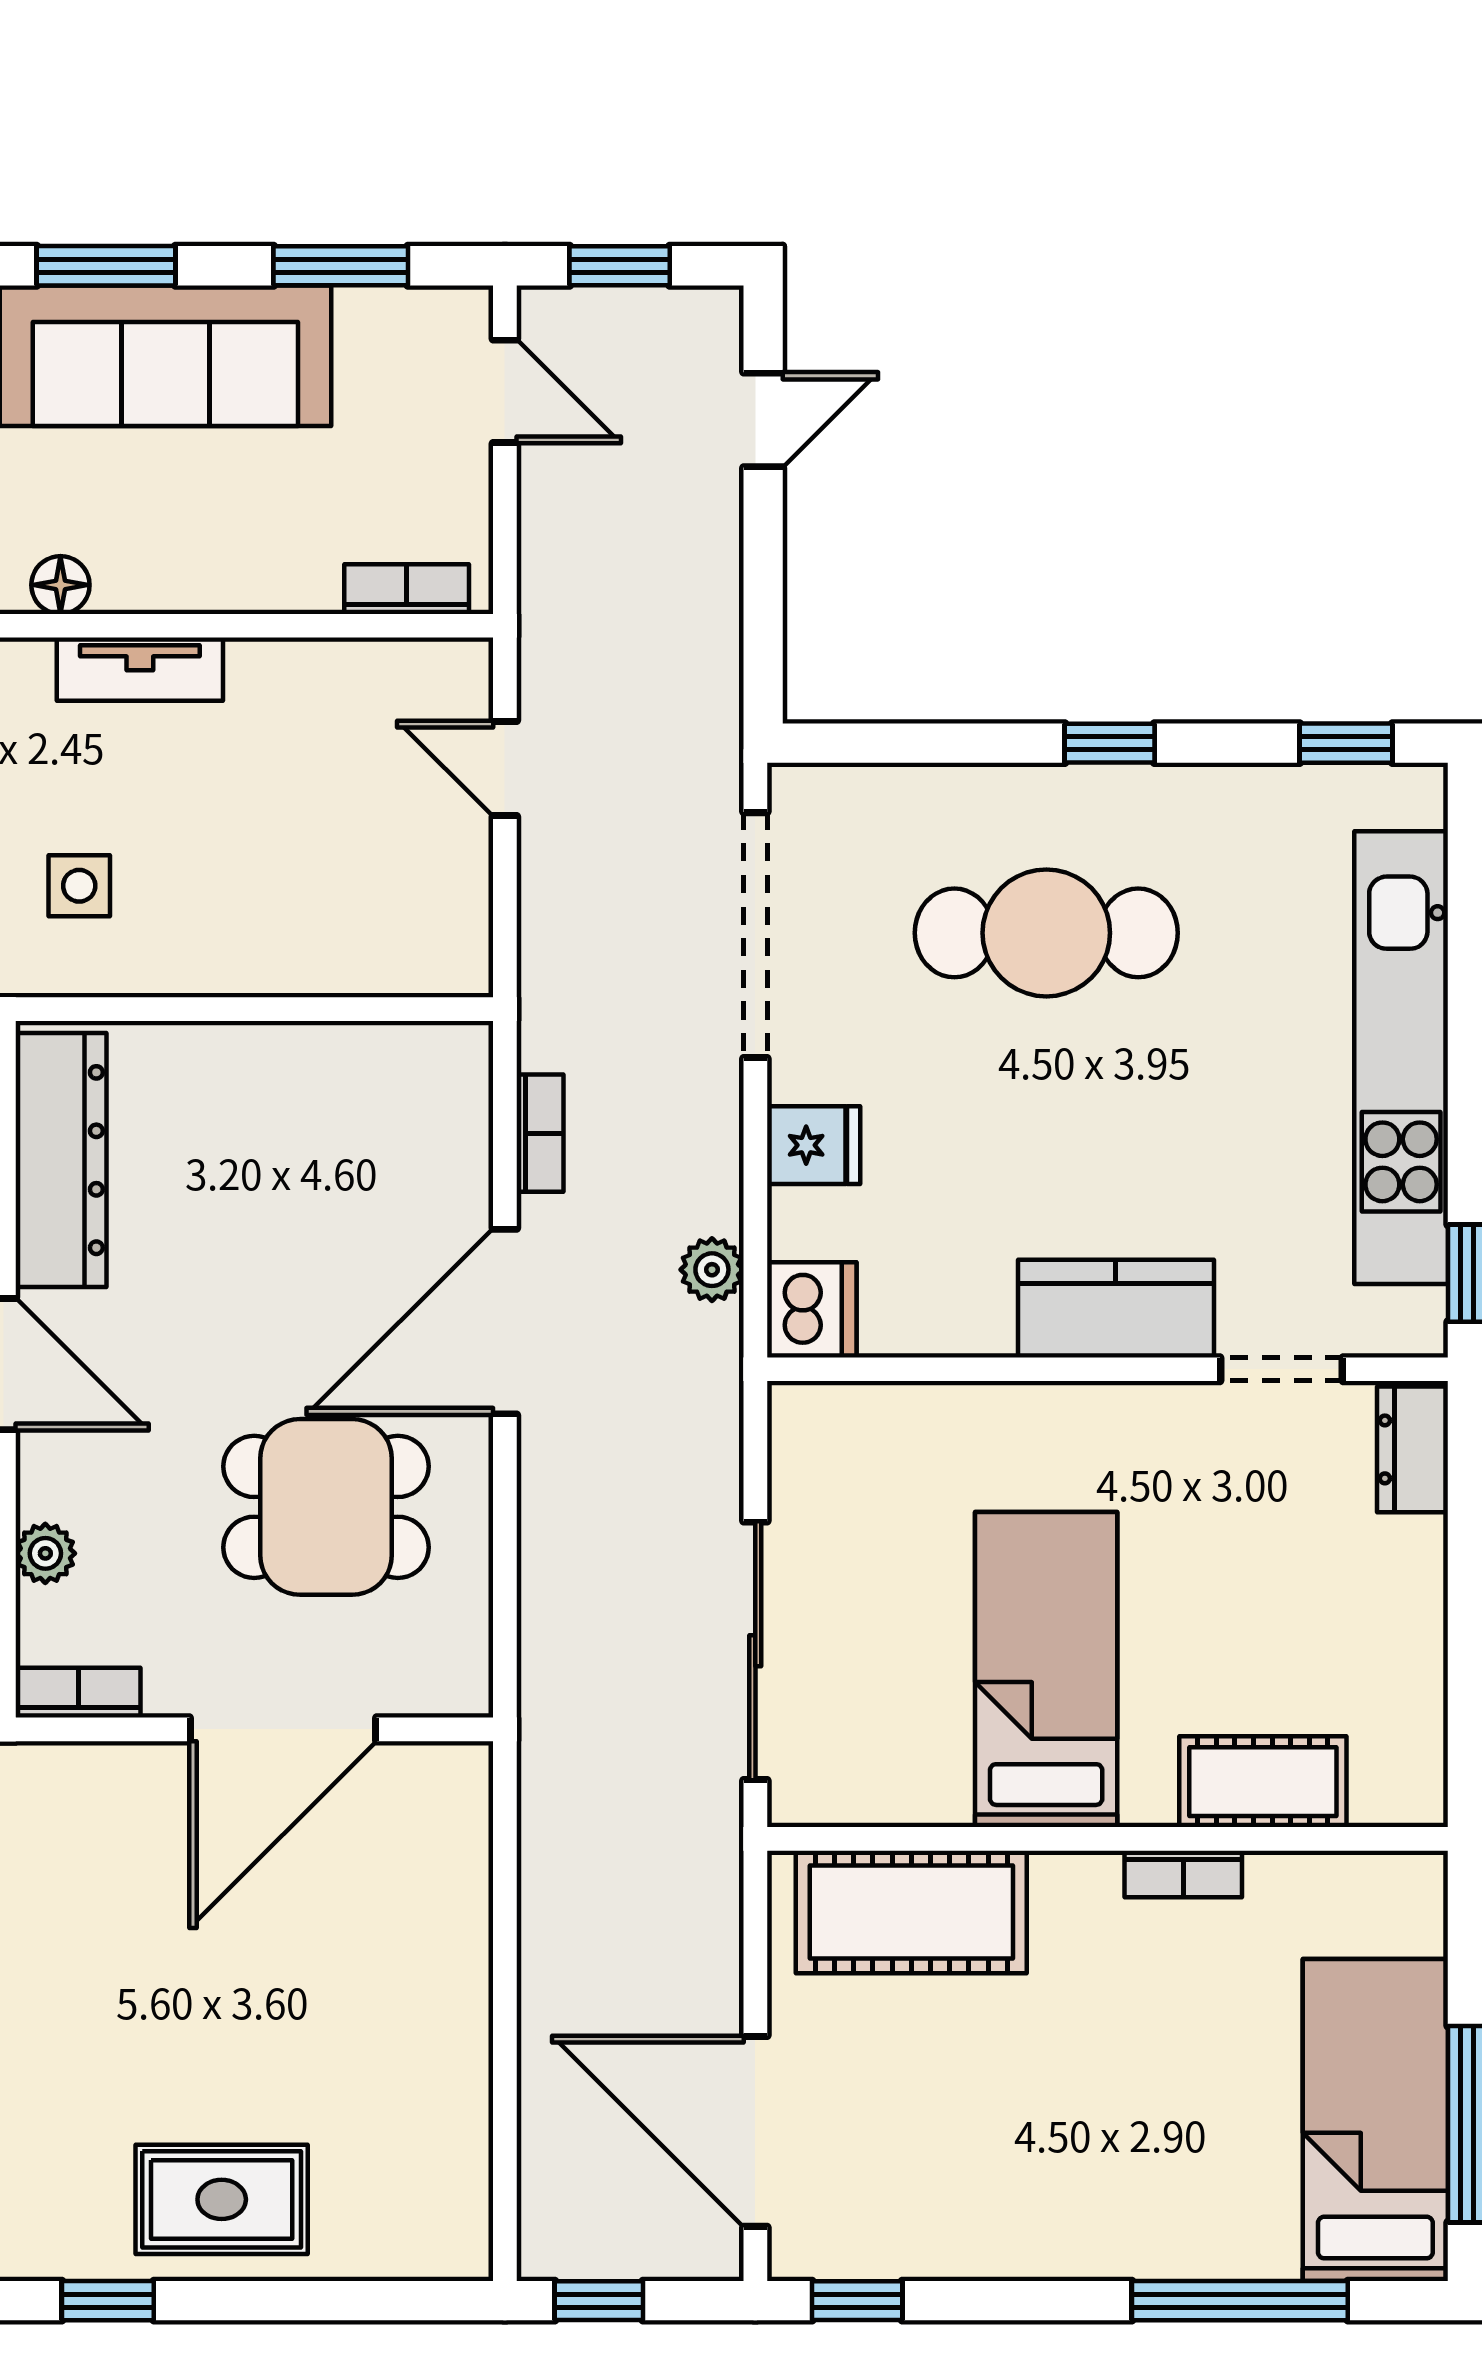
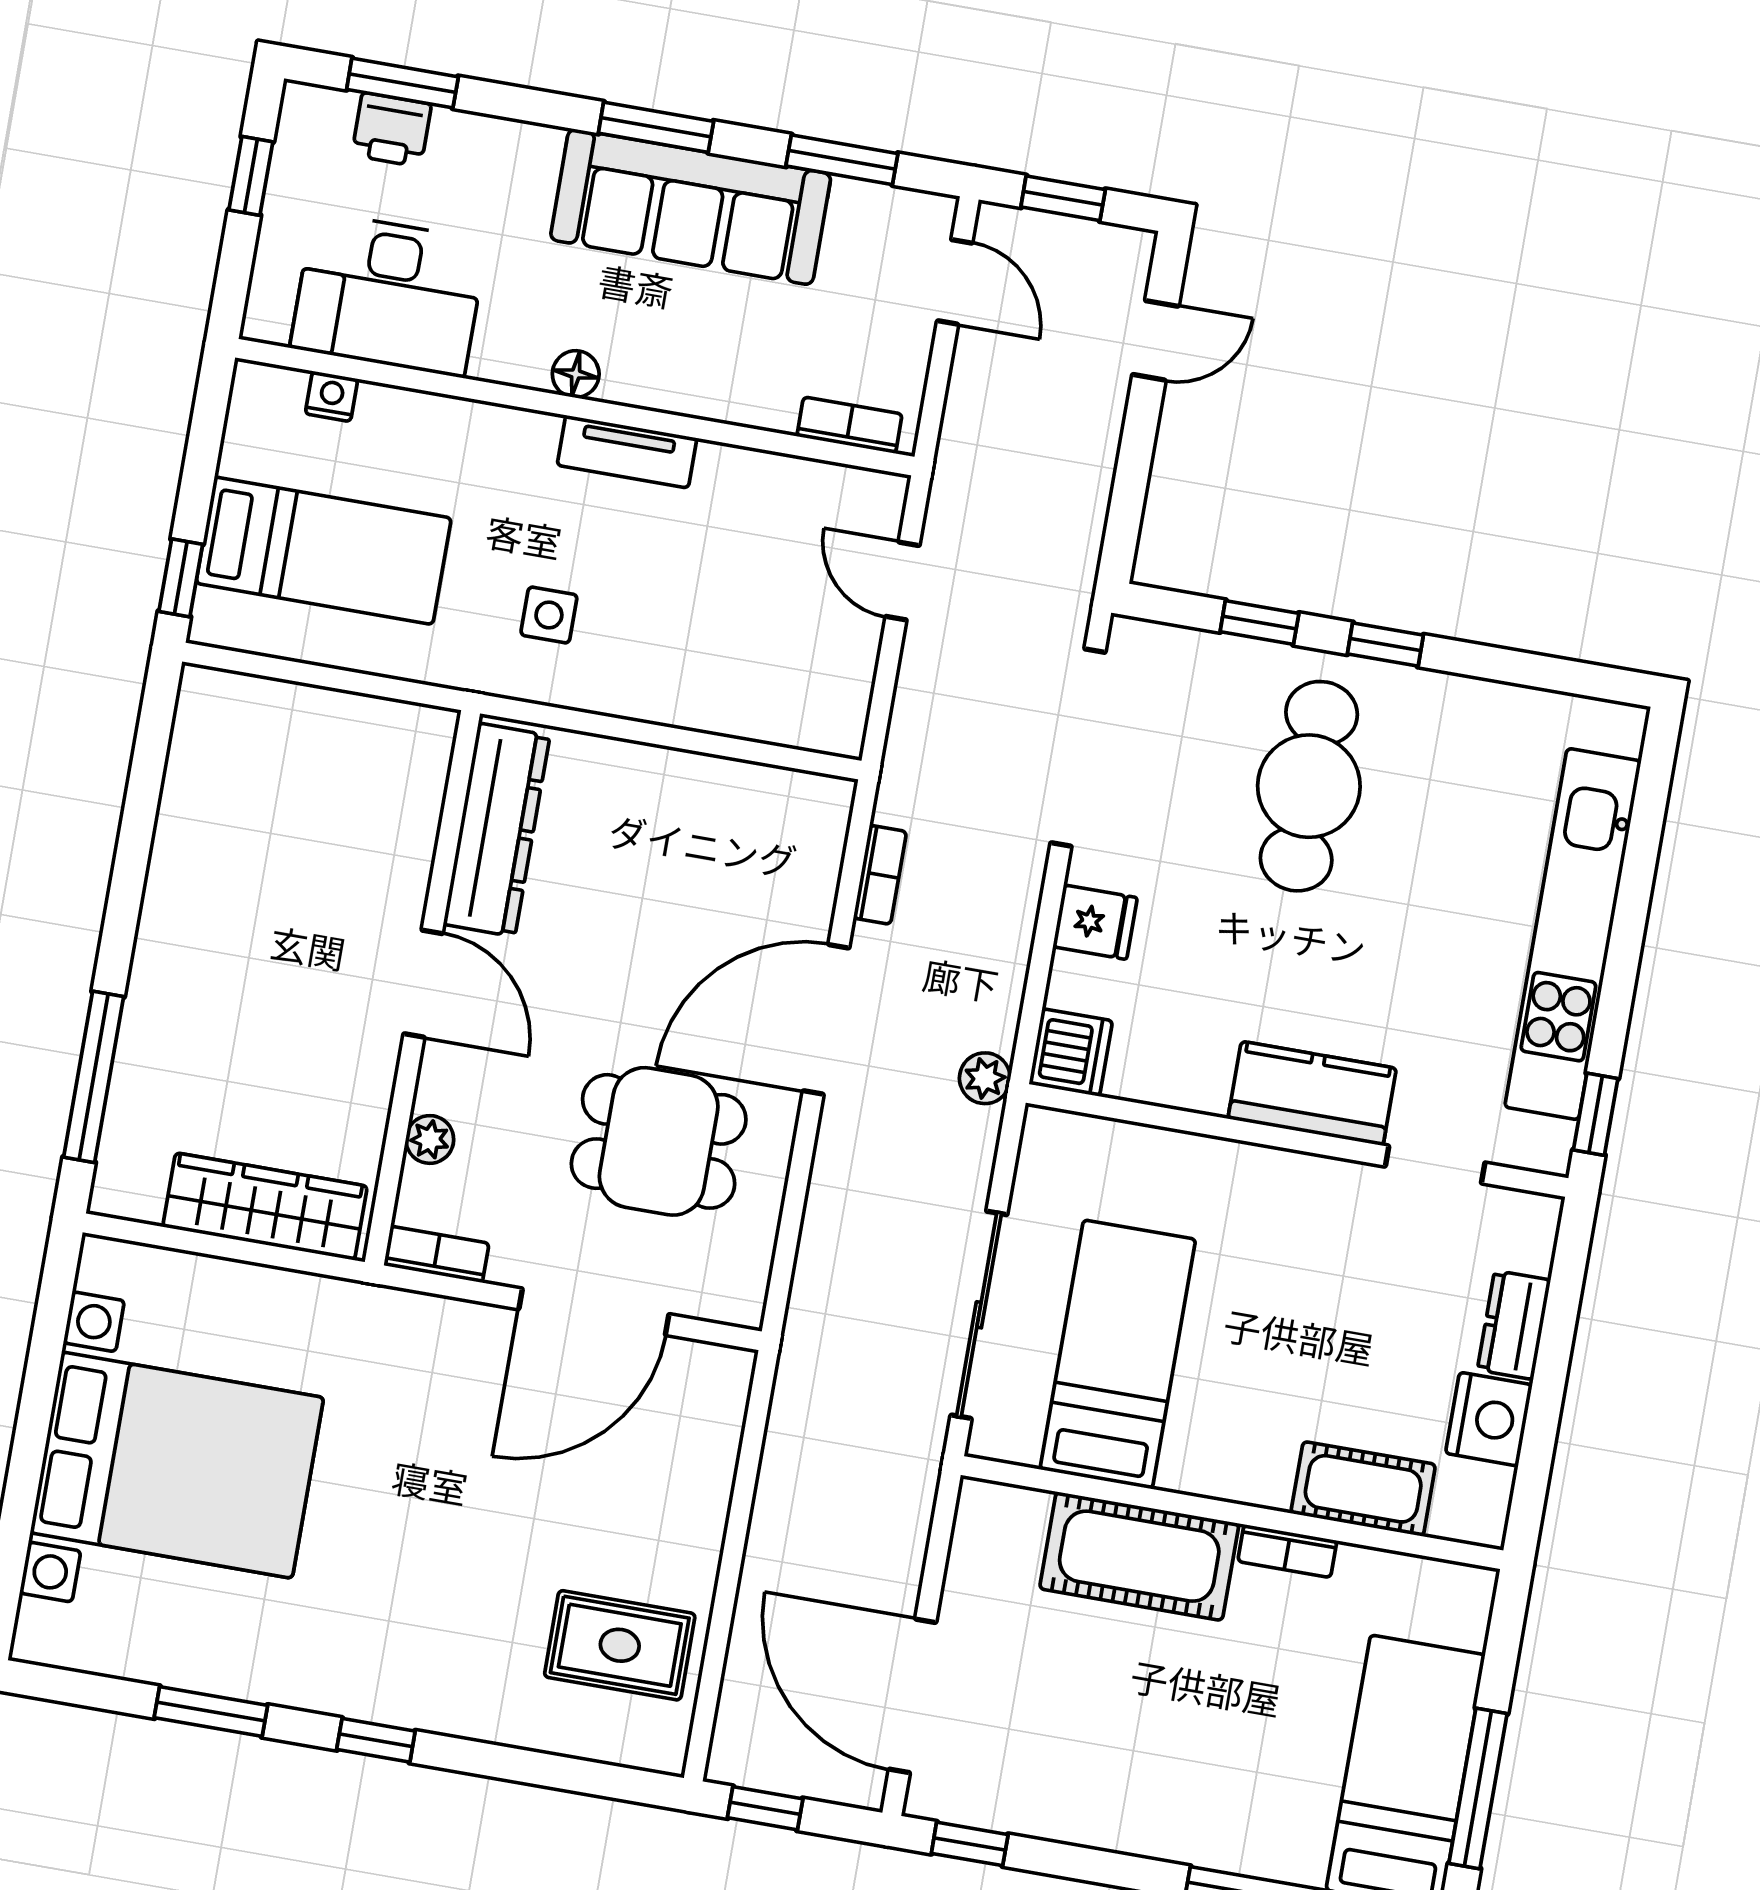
window: (1346, 743) -> (1259, 623), moved
cafe table: (1046, 933) -> (1309, 786), turned 90
plant: (712, 1270) -> (985, 1078), moved
dresser: (1412, 1449) -> (1514, 1325), moved
bed: (1046, 1669) -> (1118, 1354), moved
nightstand: (1402, 1669) -> (1489, 1419), added
cot: (911, 1912) -> (1139, 1556), moved
rug: (222, 2199) -> (620, 1645), moved

